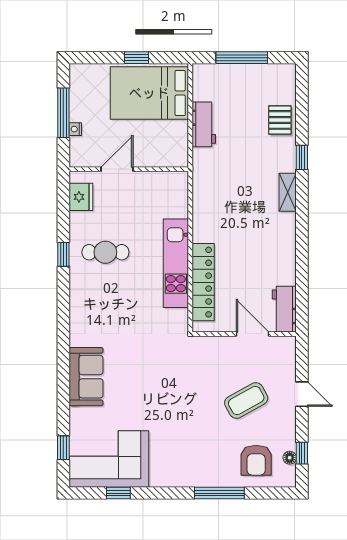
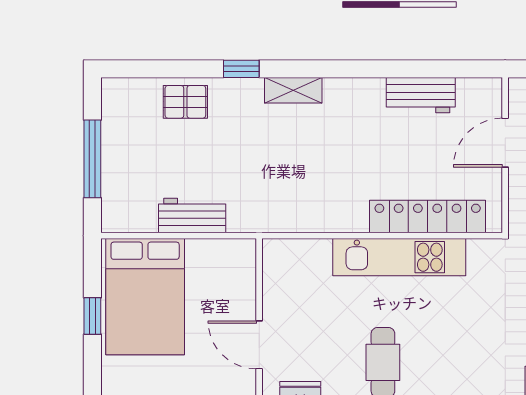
workbench: (284, 309) -> (421, 95), moved

